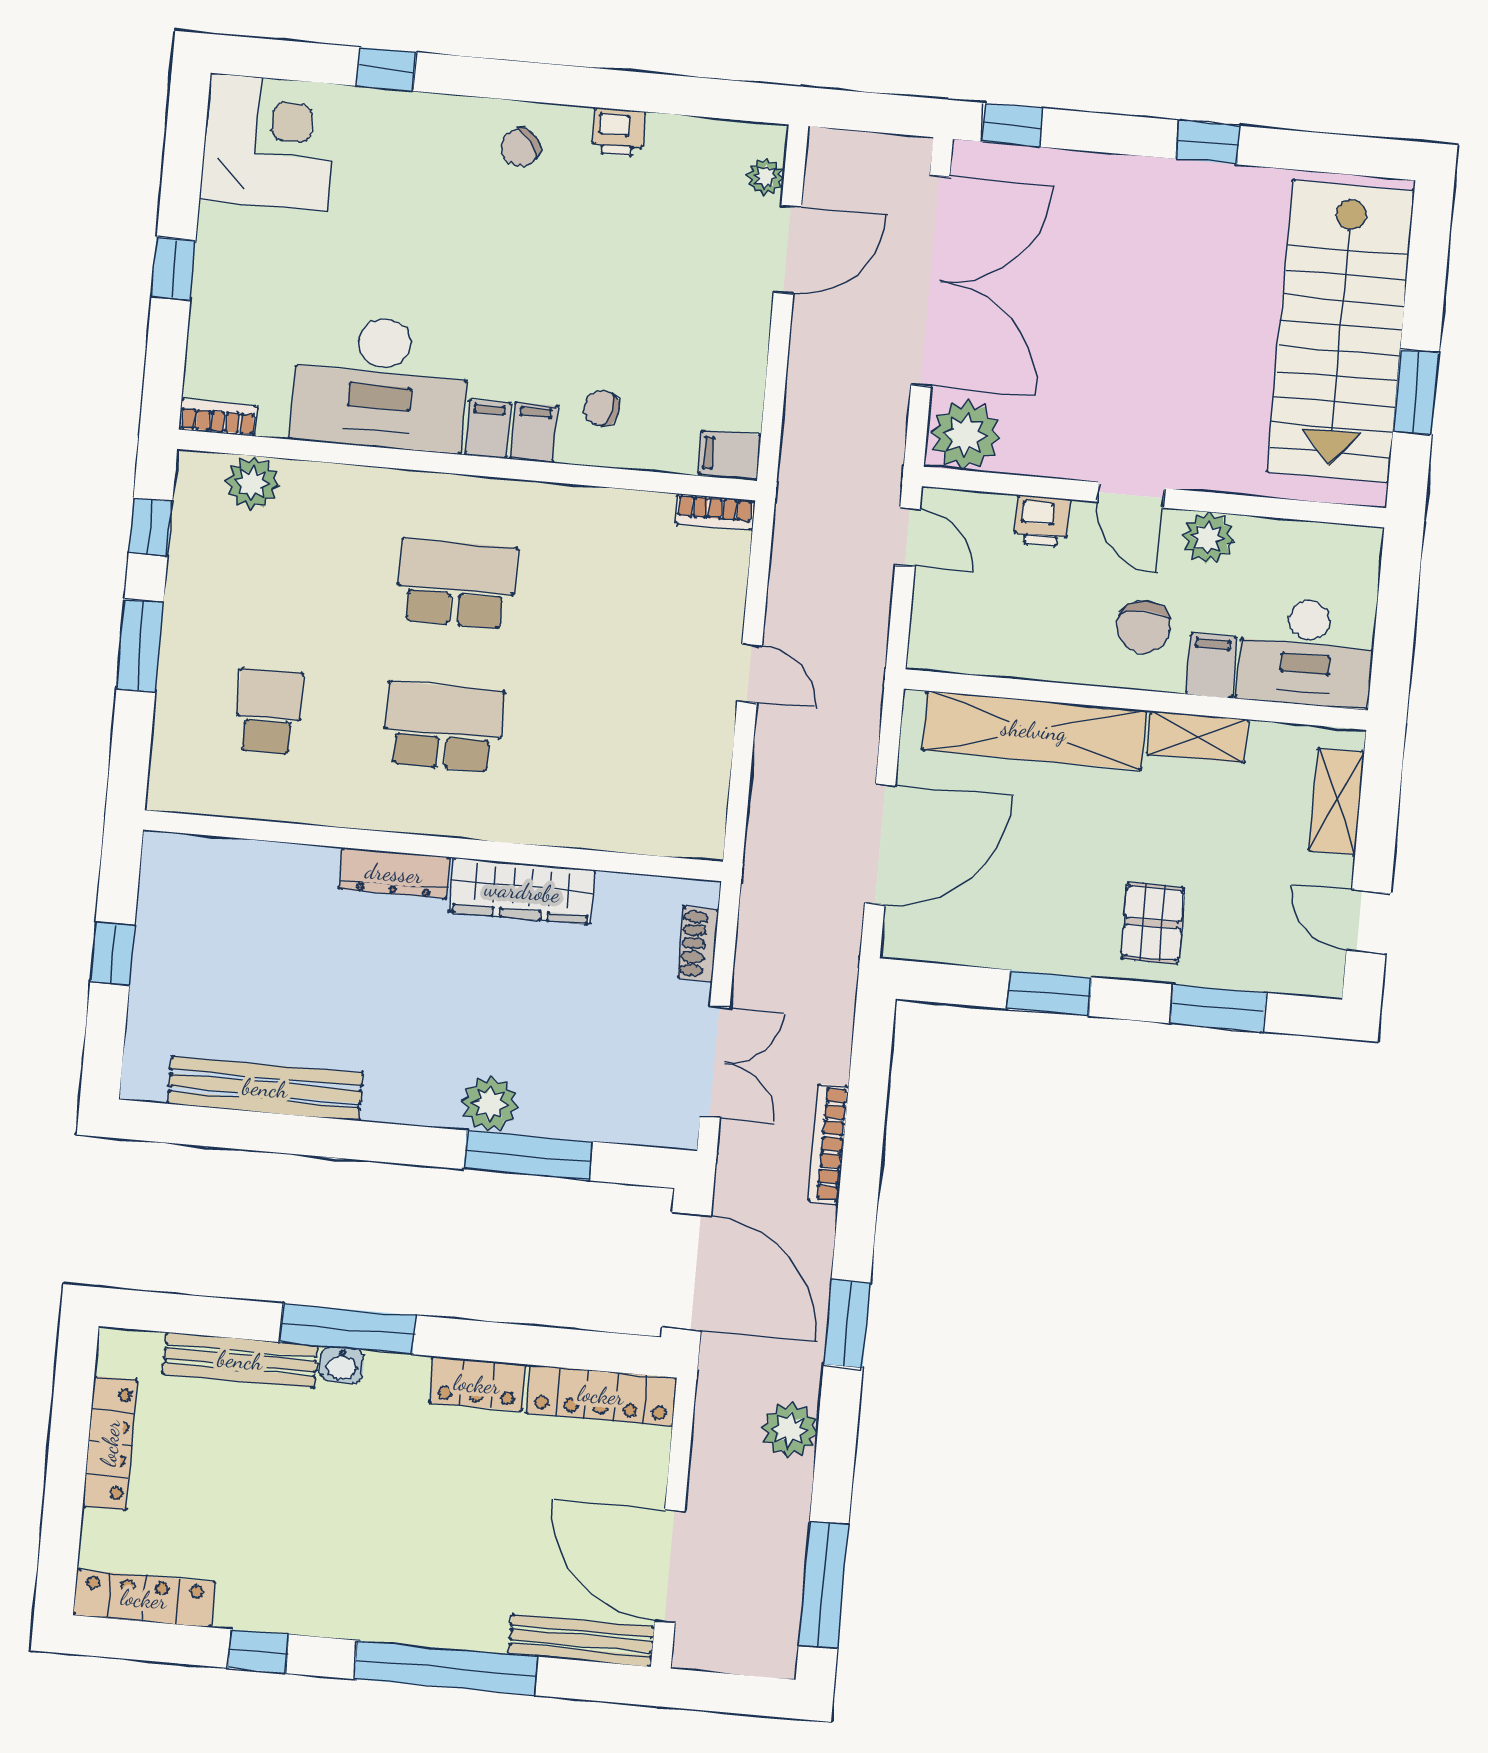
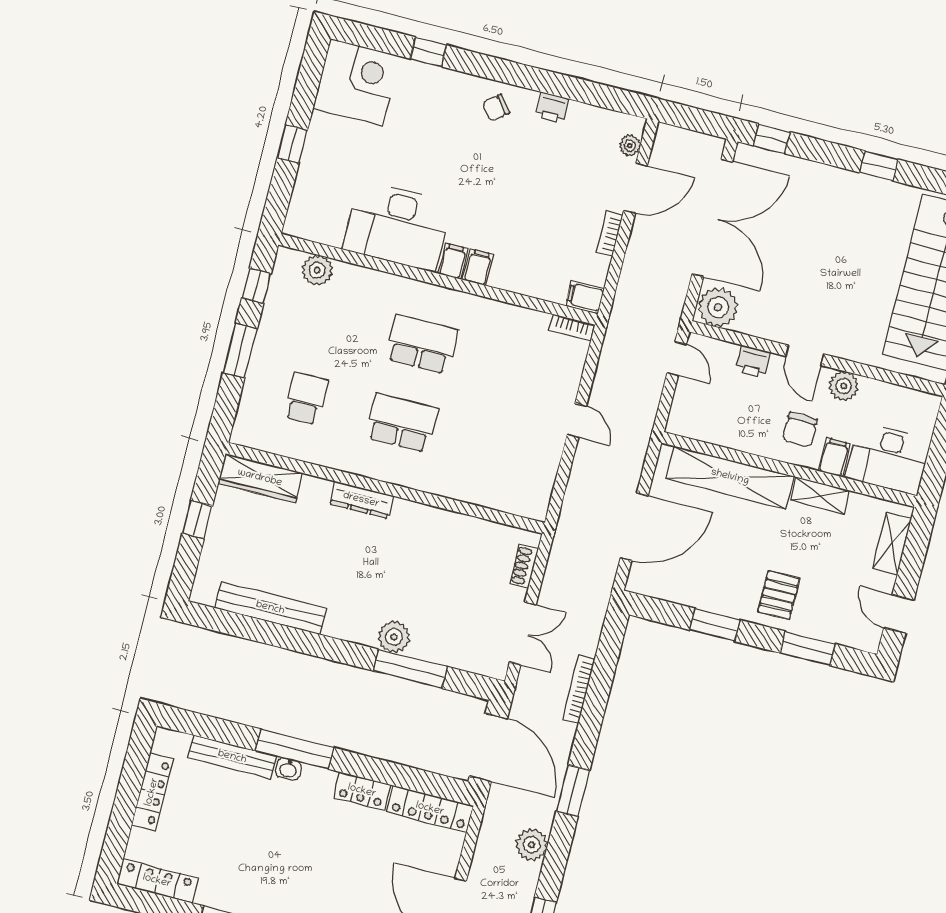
chair: (601, 408) -> (518, 260), removed
bookcase: (218, 418) -> (610, 233), moved, turned -90
wardrobe: (522, 891) -> (260, 478), moved

